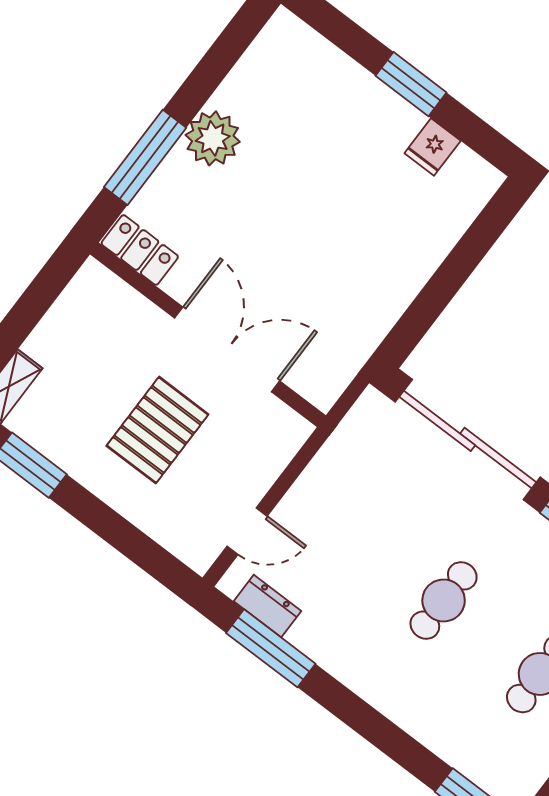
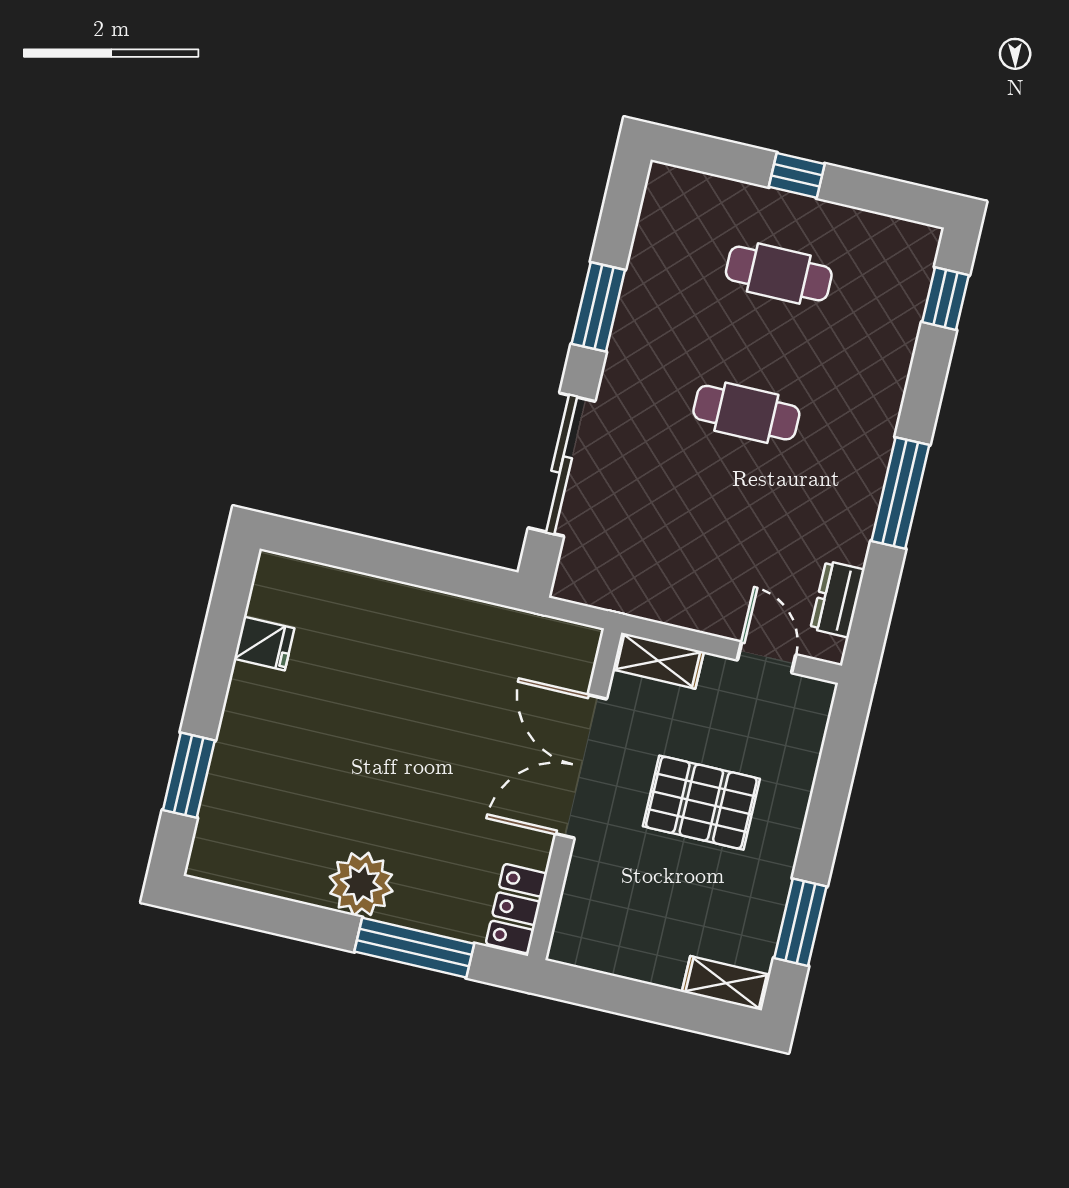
window: (411, 84) -> (189, 775), moved
sliding door: (468, 439) -> (562, 464), width x0.73
shelving: (282, 446) -> (658, 661), added
window: (271, 648) -> (900, 493), moved

